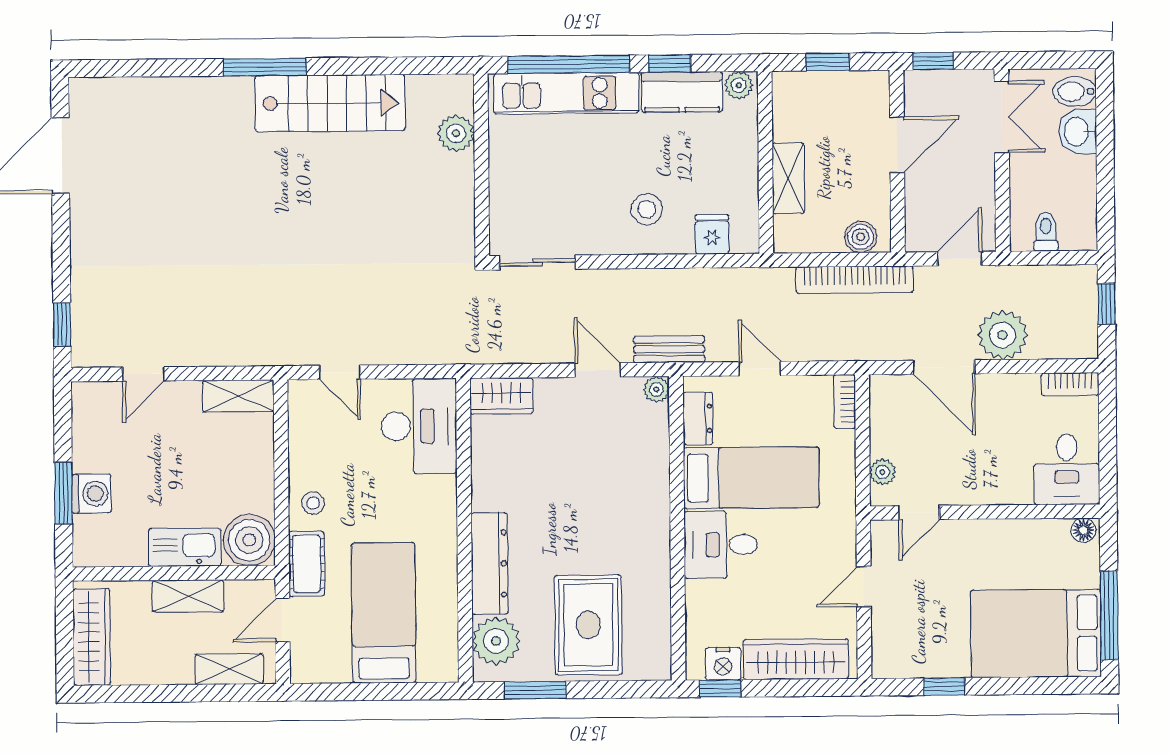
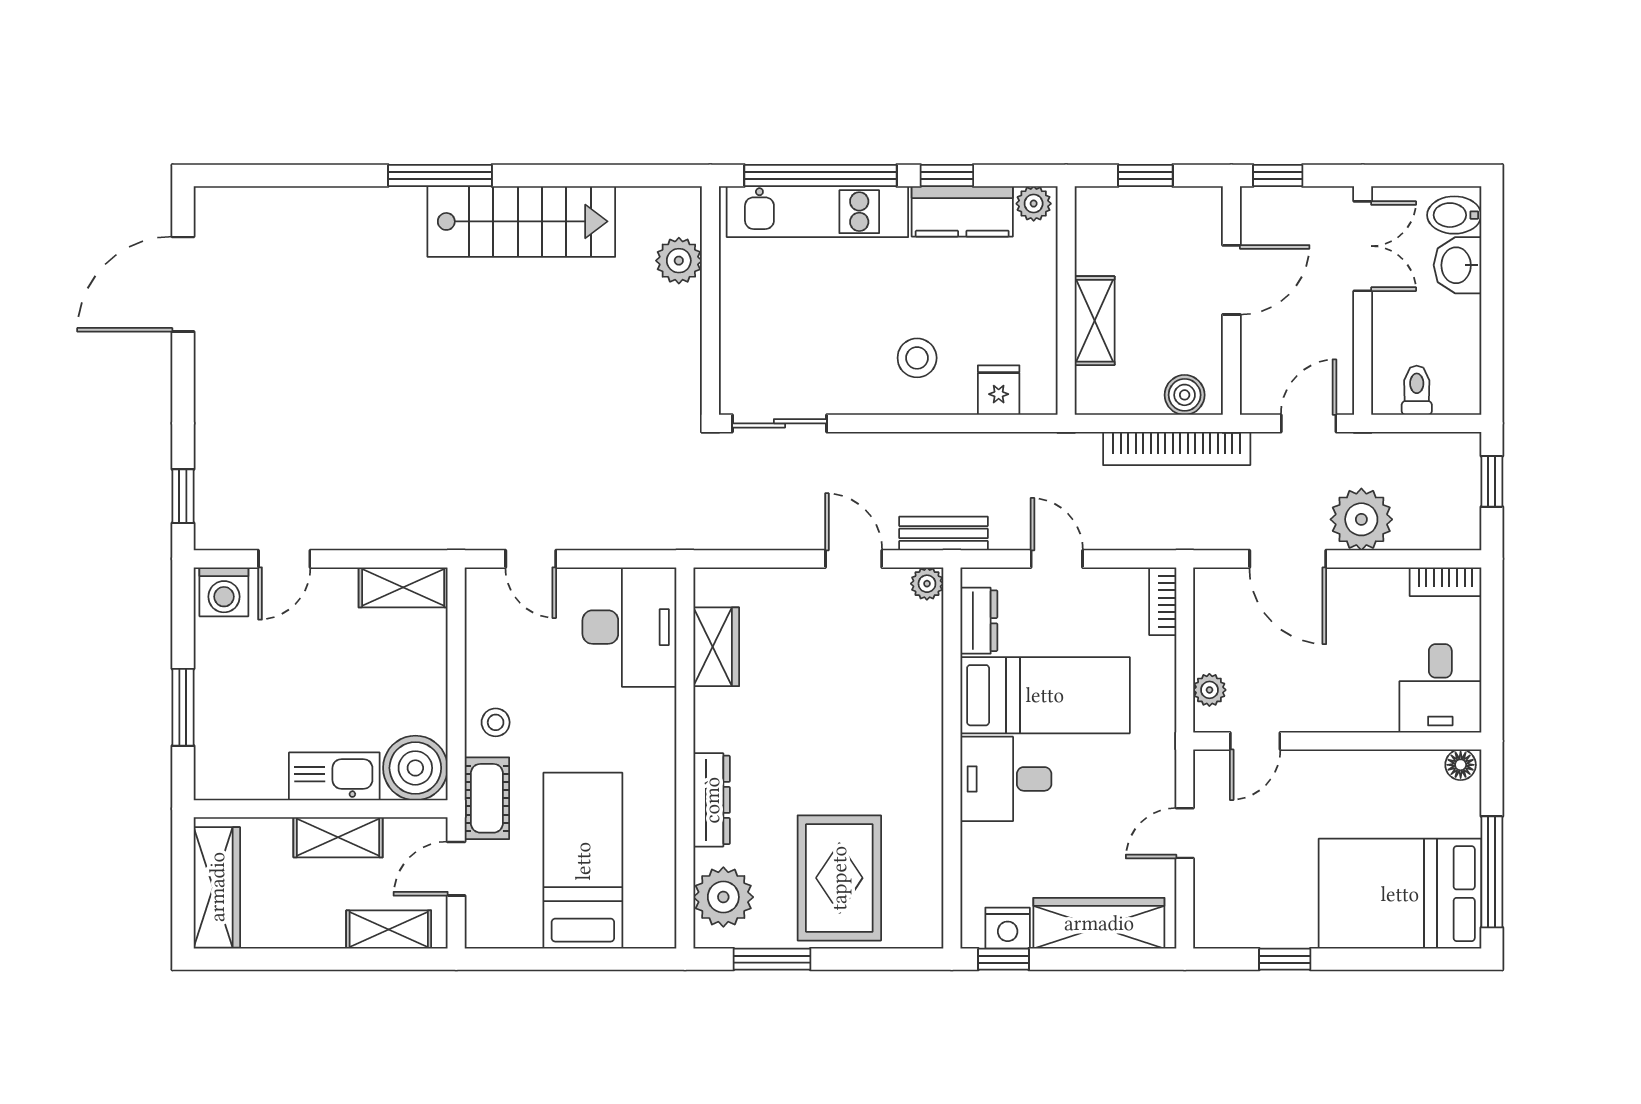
wardrobe: (501, 396) -> (716, 647), moved, turned -90
washing machine: (91, 494) -> (224, 592), moved, turned 90
dresser: (490, 563) -> (712, 800), width x0.73, depth x0.80

